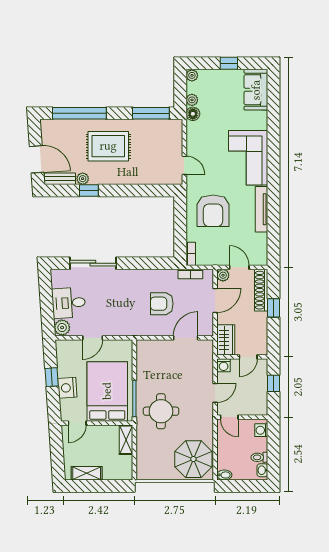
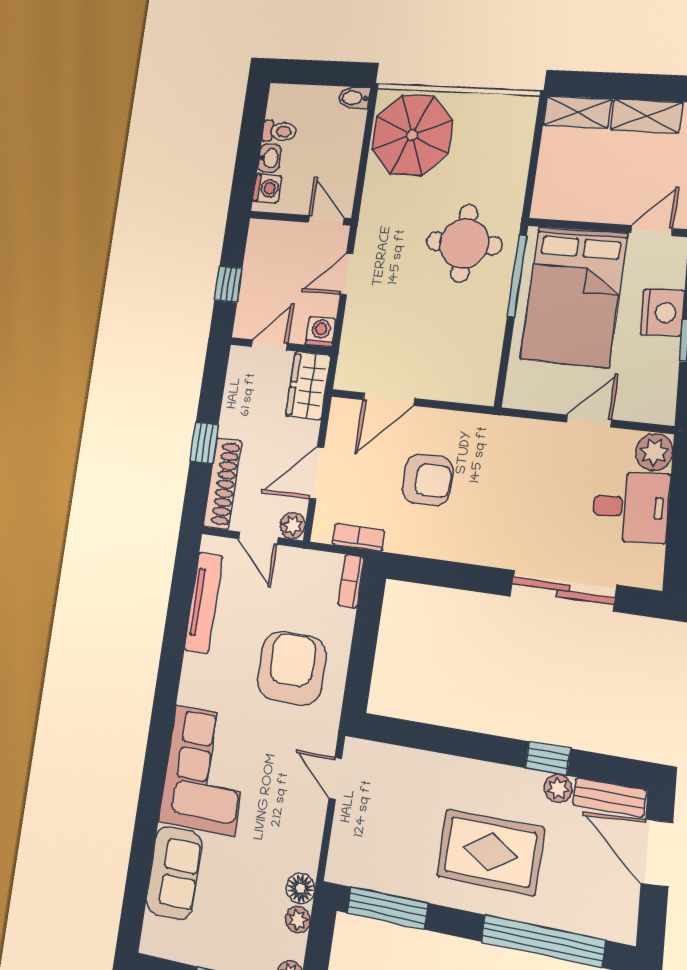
sofa: (256, 90) -> (174, 873), moved
tv unit: (262, 209) -> (204, 603), moved
shelving: (126, 440) -> (577, 112), moved, turned 90
washbasin: (262, 470) -> (269, 158), moved

